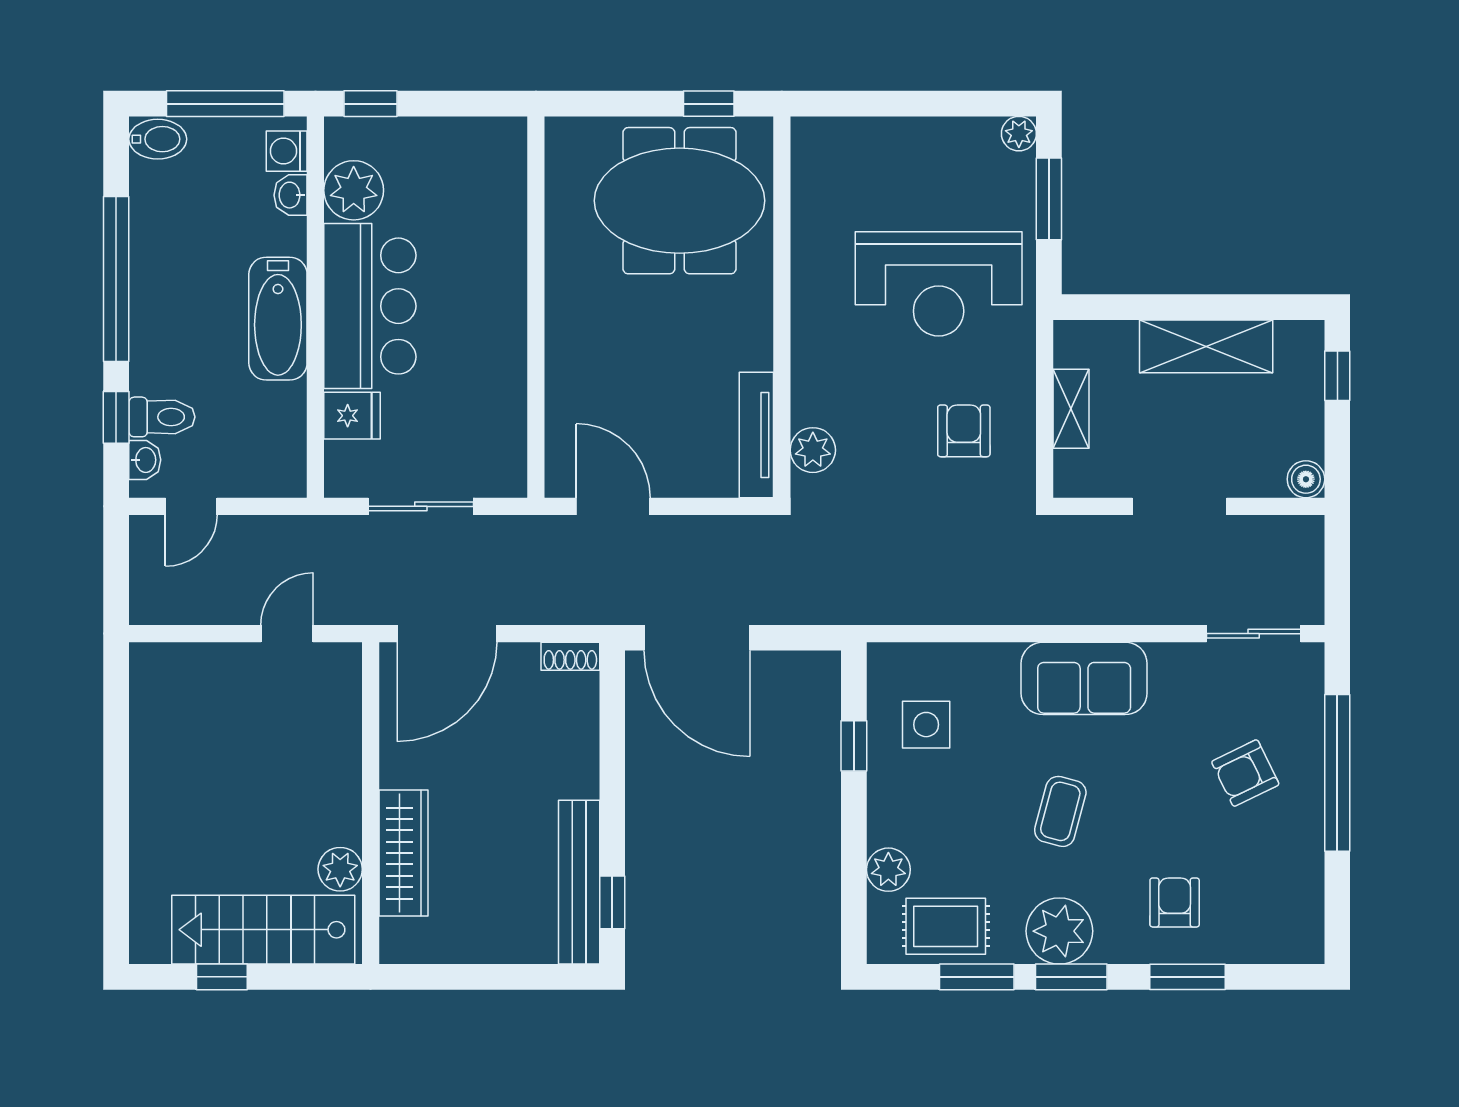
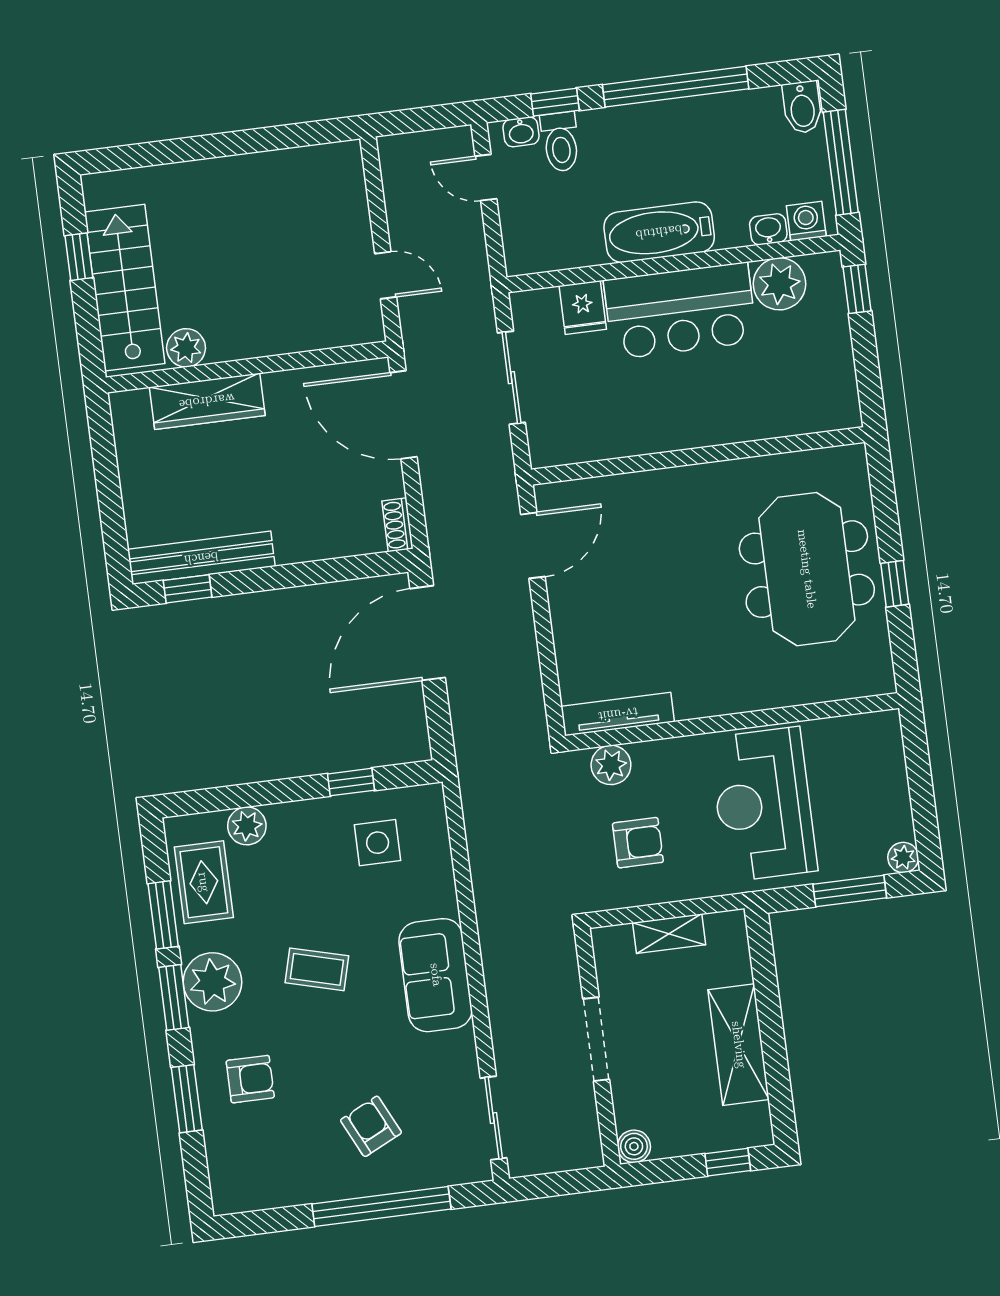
wall: (782, 307) -> (732, 722), moved
tv unit: (756, 435) -> (618, 714), moved
plant: (813, 450) -> (611, 765), moved

